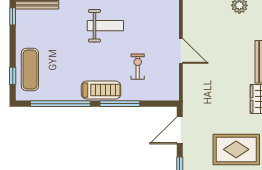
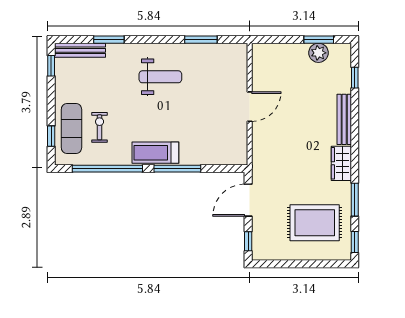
door: (181, 51) -> (250, 107), hinge flipped
exercise bike: (138, 67) -> (100, 127), moved
treadmill: (101, 90) -> (155, 153), turned 180

